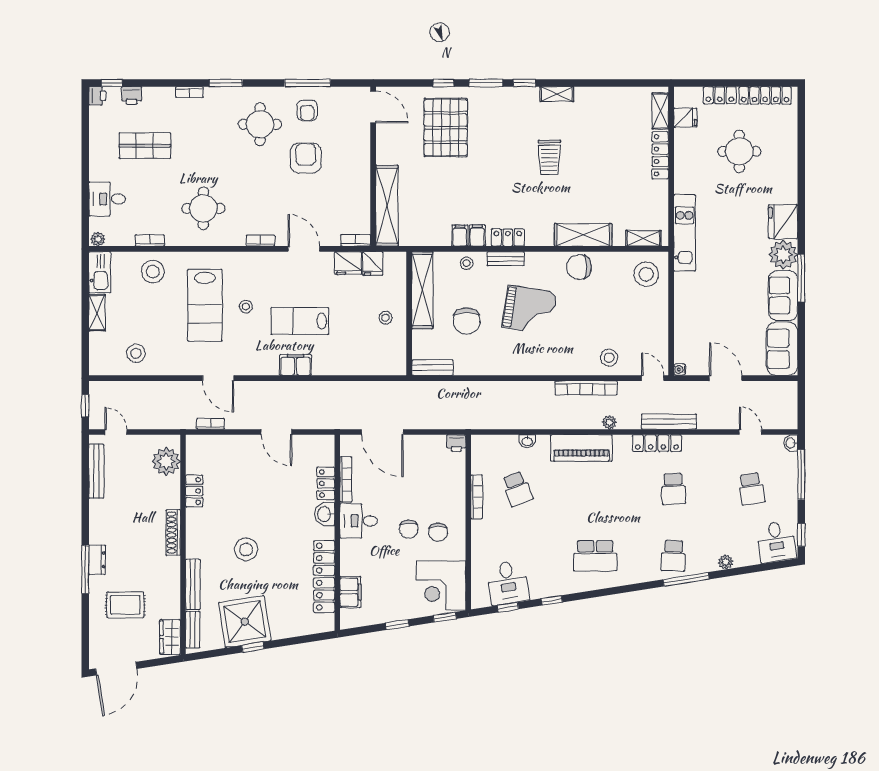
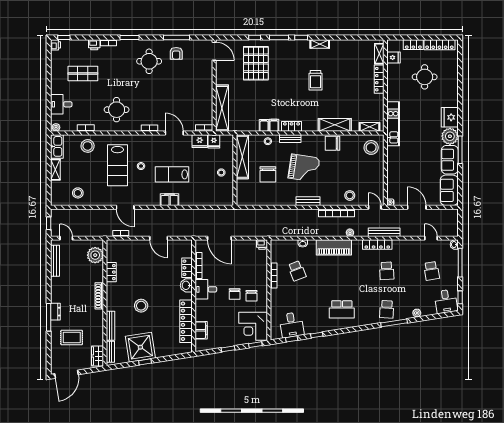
printer: (132, 95) -> (94, 45), moved
armchair: (306, 158) -> (175, 81), removed
bench: (433, 368) -> (308, 201), moved

